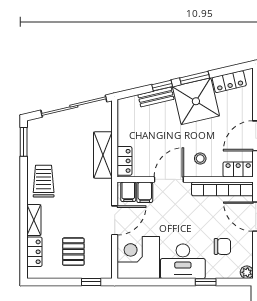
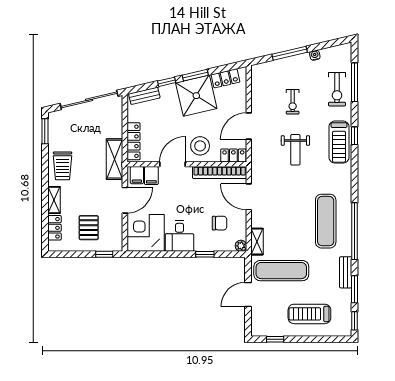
bench: (156, 97) -> (144, 96), moved
shelving: (103, 155) -> (115, 159), moved
stool: (200, 159) -> (200, 146), width x1.89, depth x1.89
locker: (124, 161) -> (134, 141), width x1.53
trolley: (44, 181) -> (63, 166), turned 180
desk: (183, 261) -> (180, 236), width x0.73

